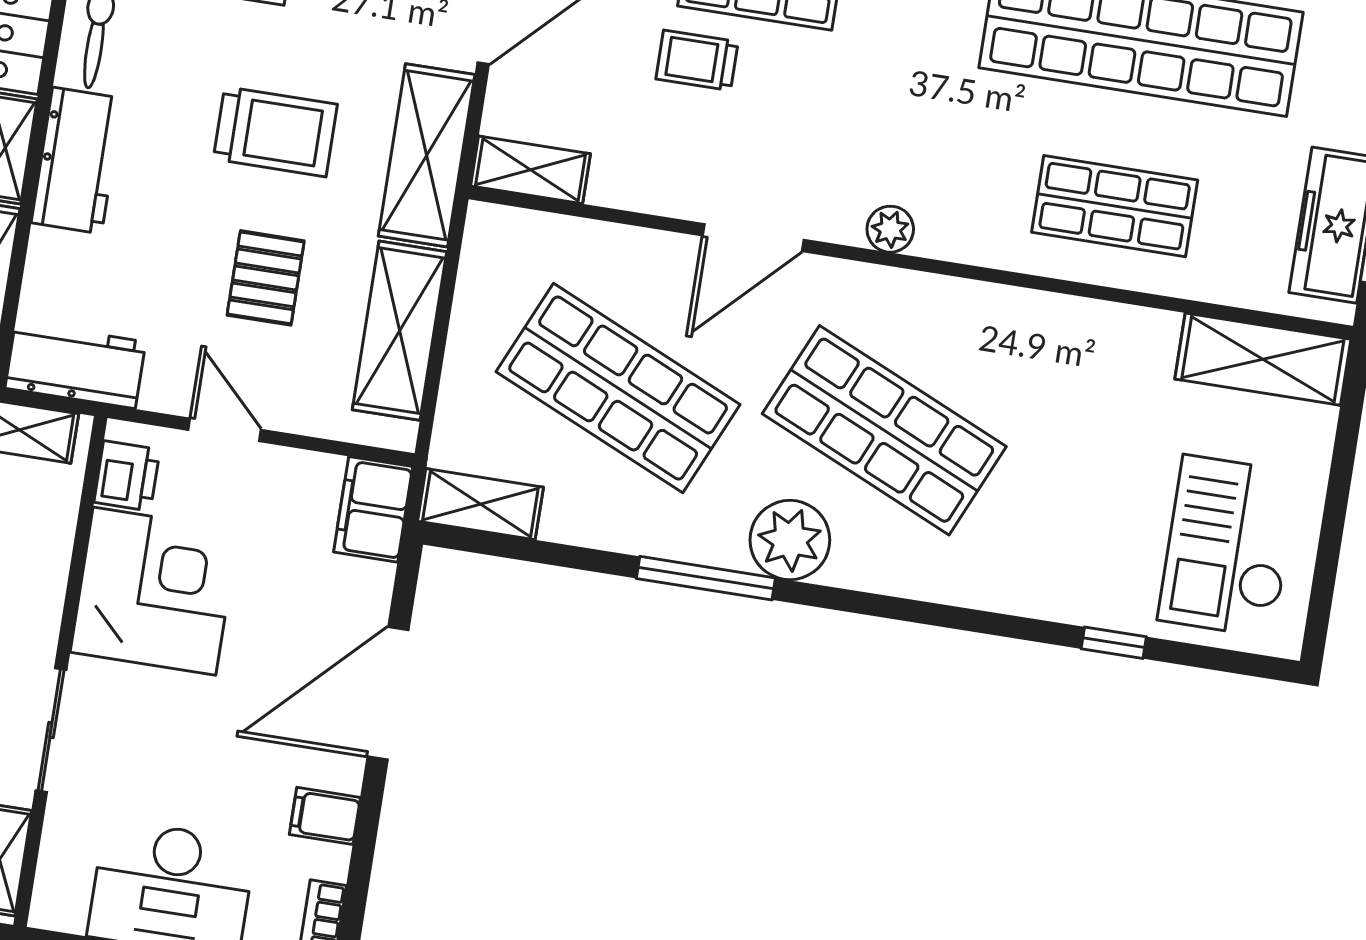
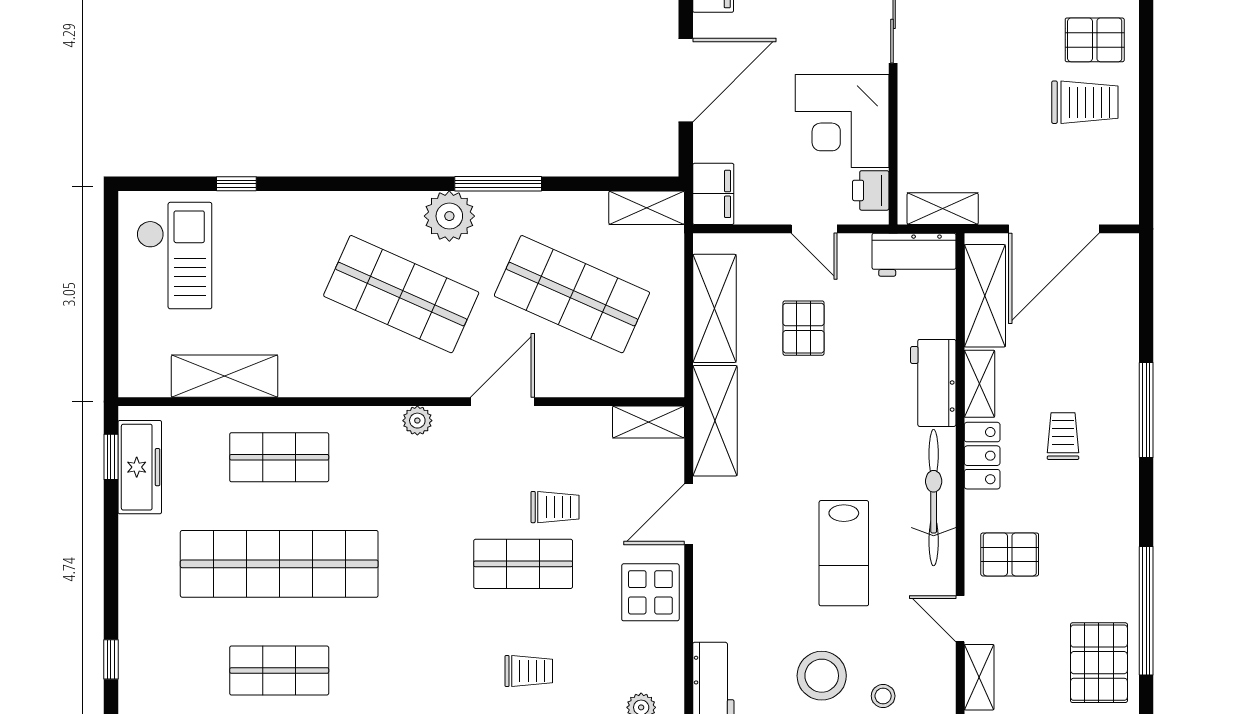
trolley: (275, 132) -> (812, 421), removed
shelving: (1263, 359) -> (225, 376), moved

